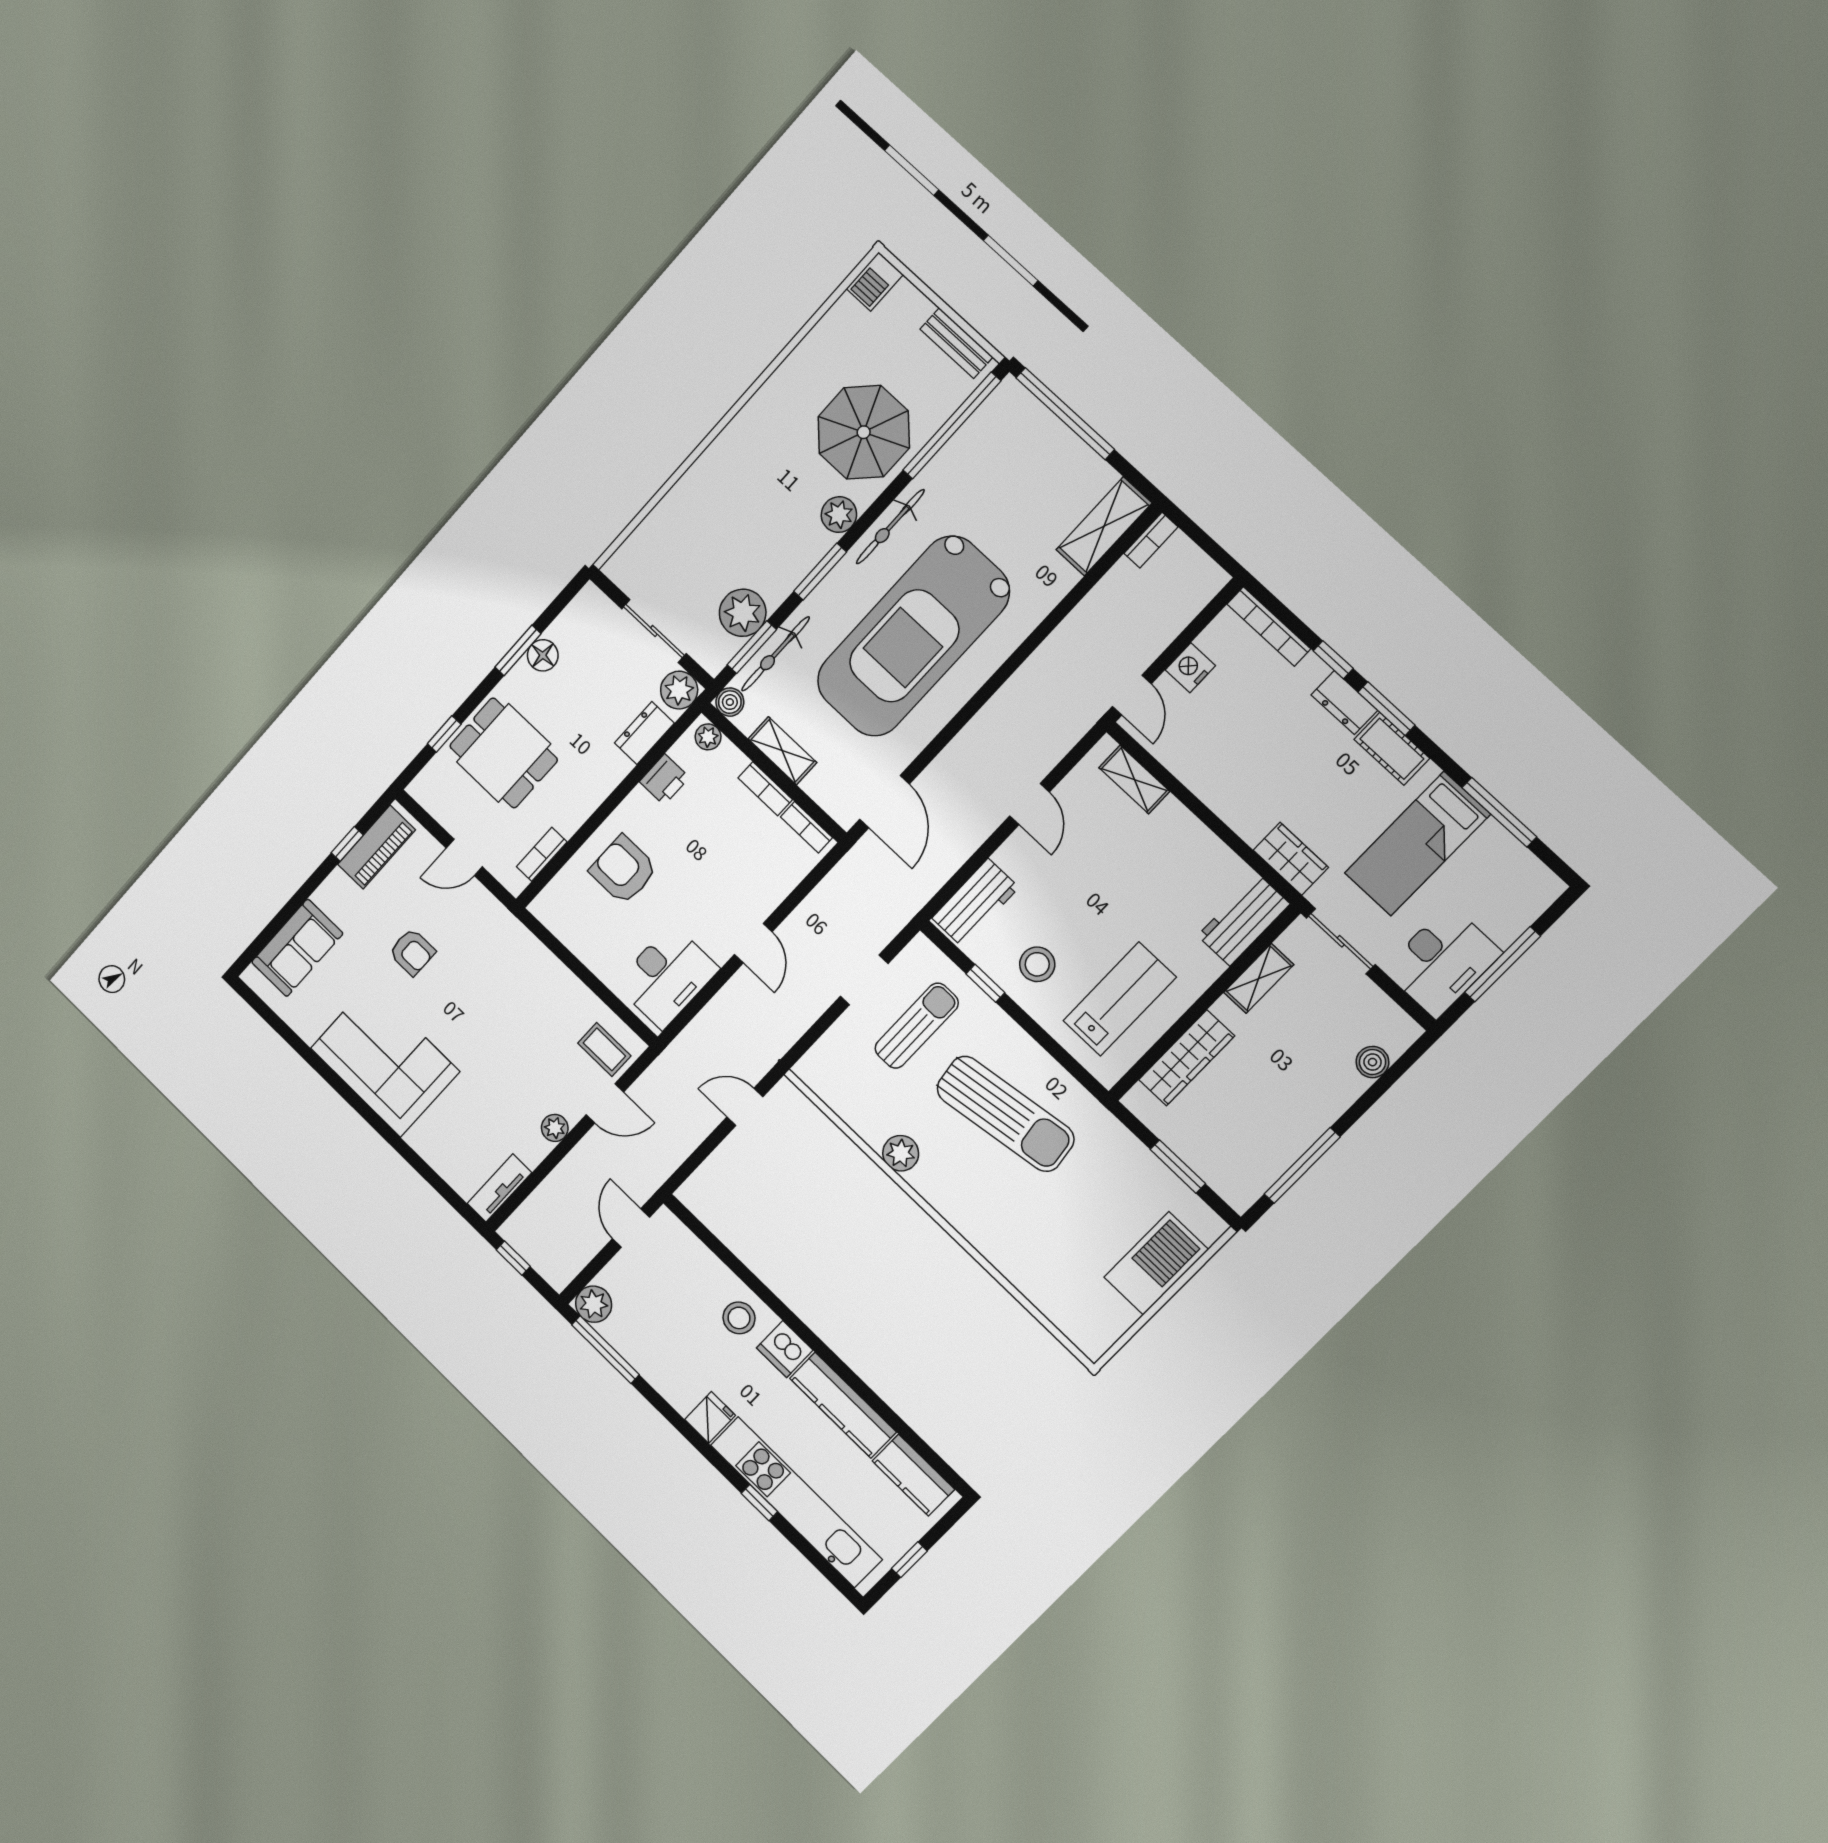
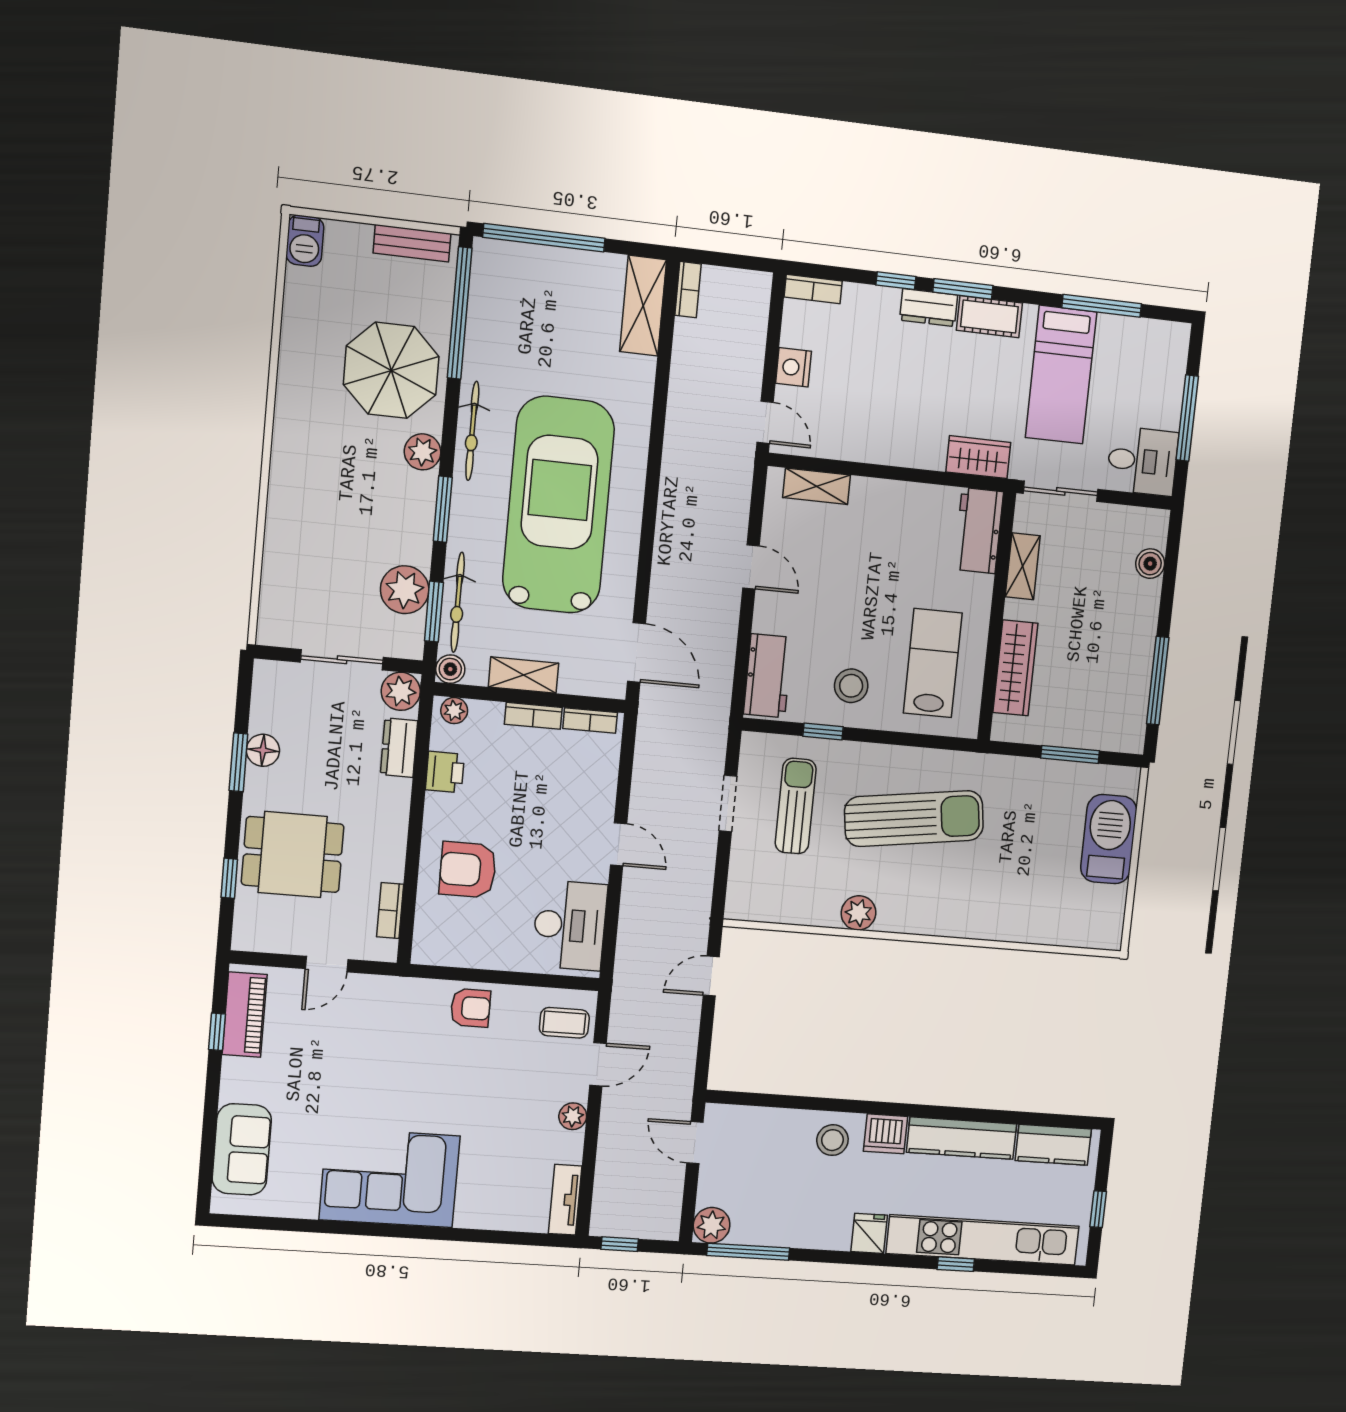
bookcase: (1269, 627) -> (813, 289), width x0.64
car: (913, 636) -> (558, 505), turned 180
armchair: (412, 952) -> (470, 1008), moved
desk: (1442, 961) -> (1142, 461), width x0.73

